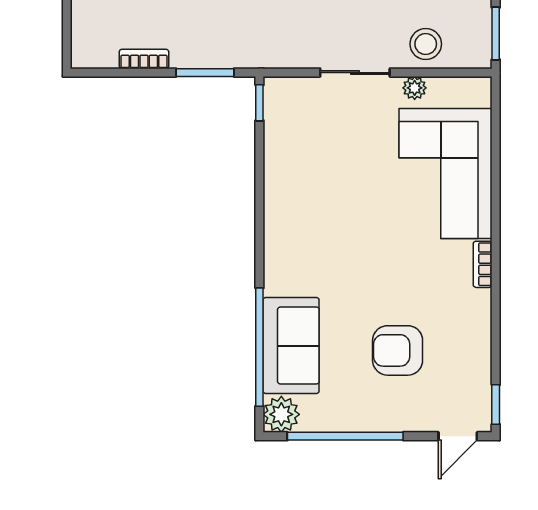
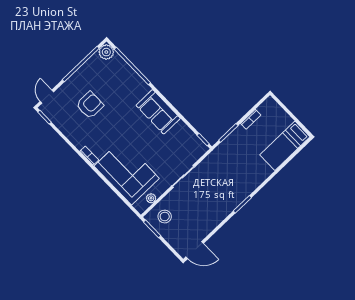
stool: (426, 44) -> (165, 217), moved
plant: (415, 88) -> (151, 198), moved
sofa: (291, 346) -> (158, 112), moved

